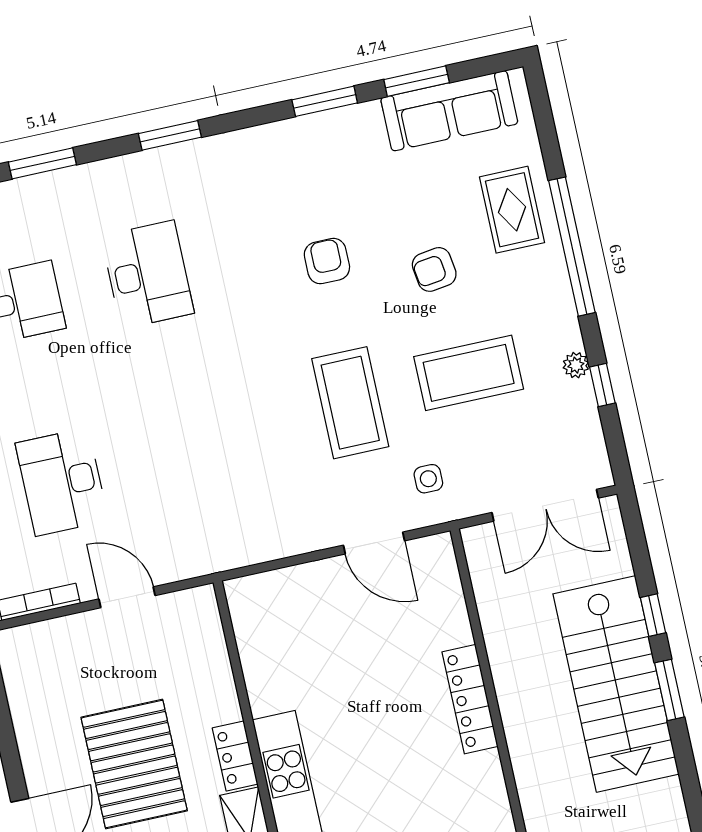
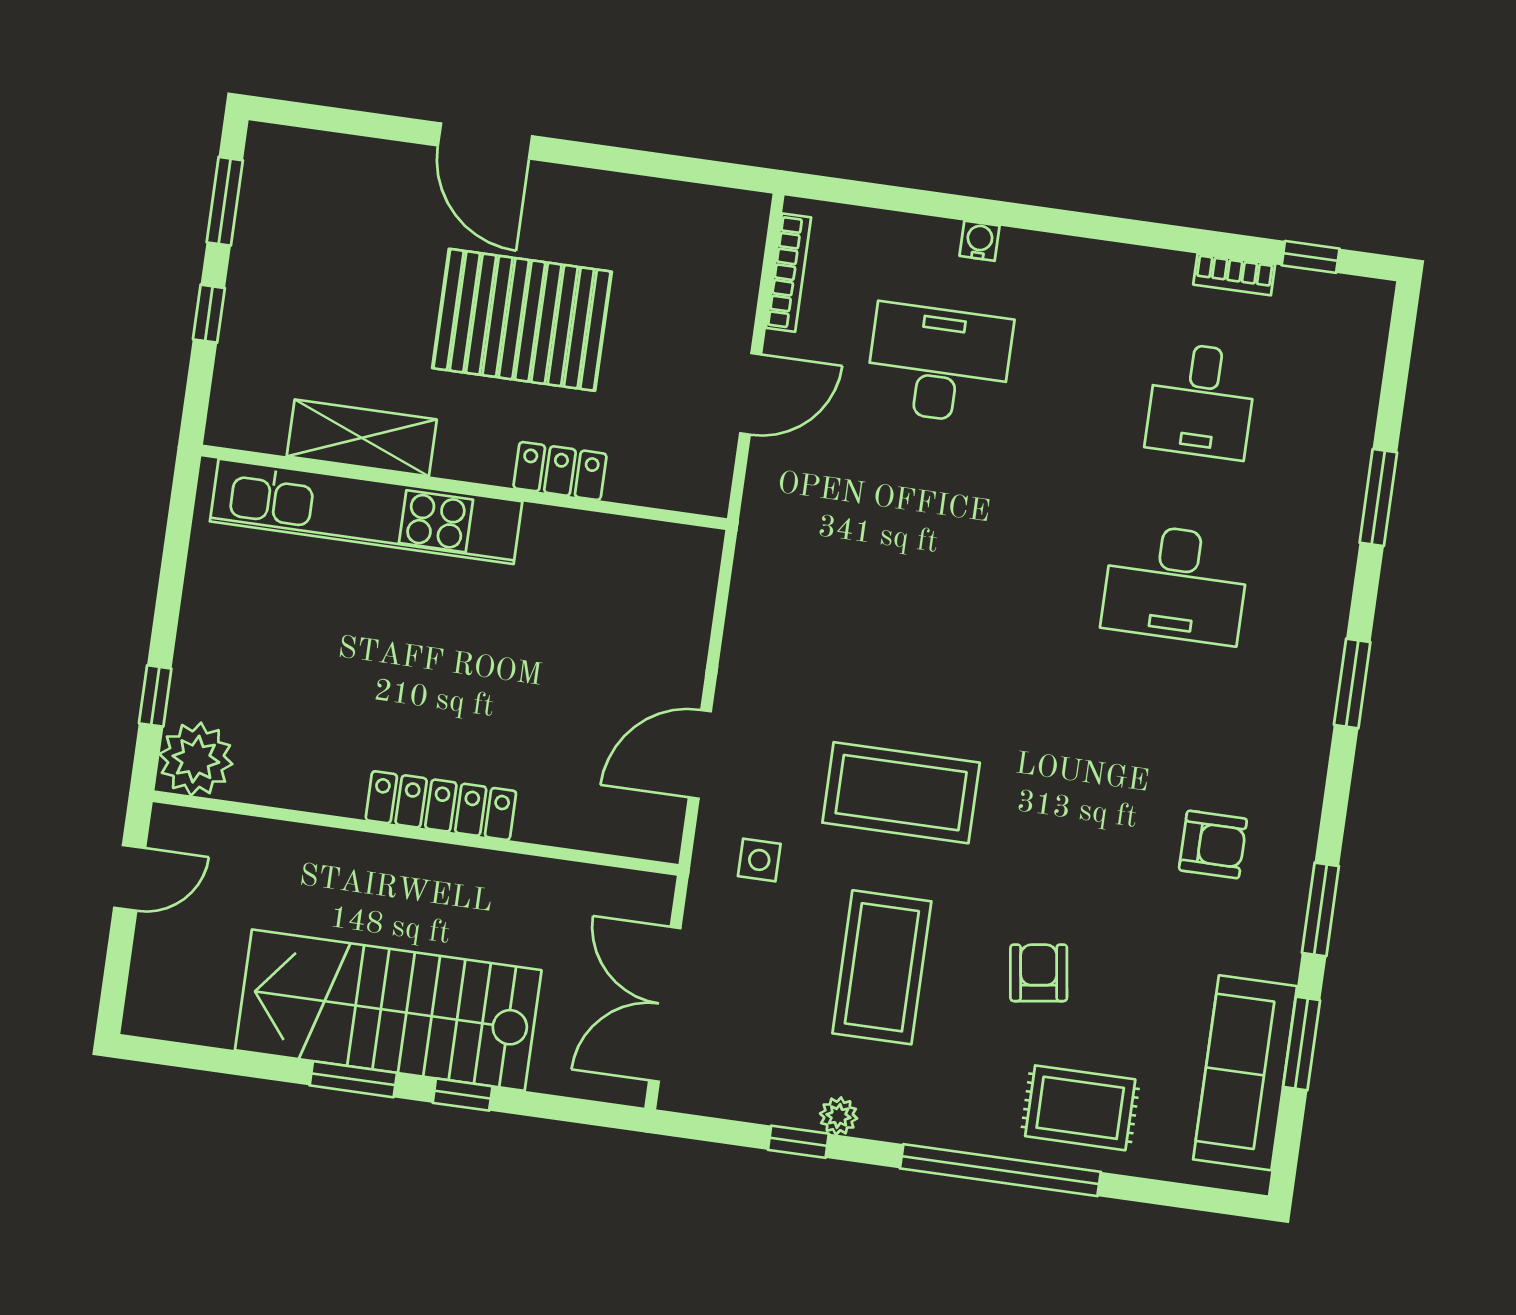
armchair: (327, 261) -> (1213, 845), moved
locker: (235, 756) -> (560, 471), moved

